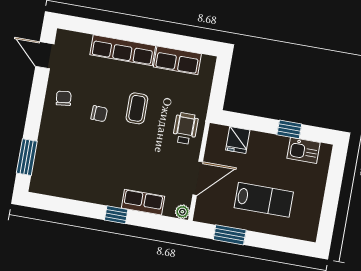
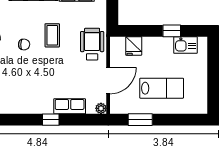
wheelchair: (185, 128) -> (92, 44), width x1.36, depth x1.37

